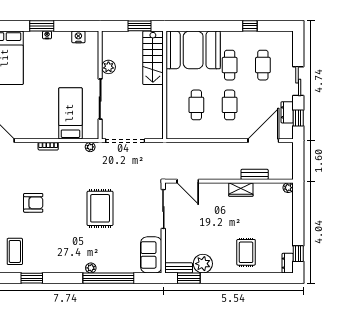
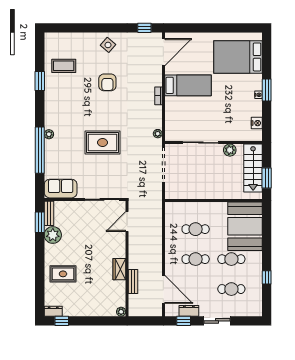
stairs: (153, 58) -> (253, 168), moved, turned -90
bed: (70, 113) -> (188, 85), moved

